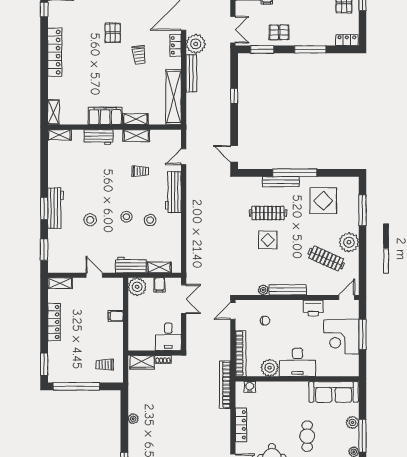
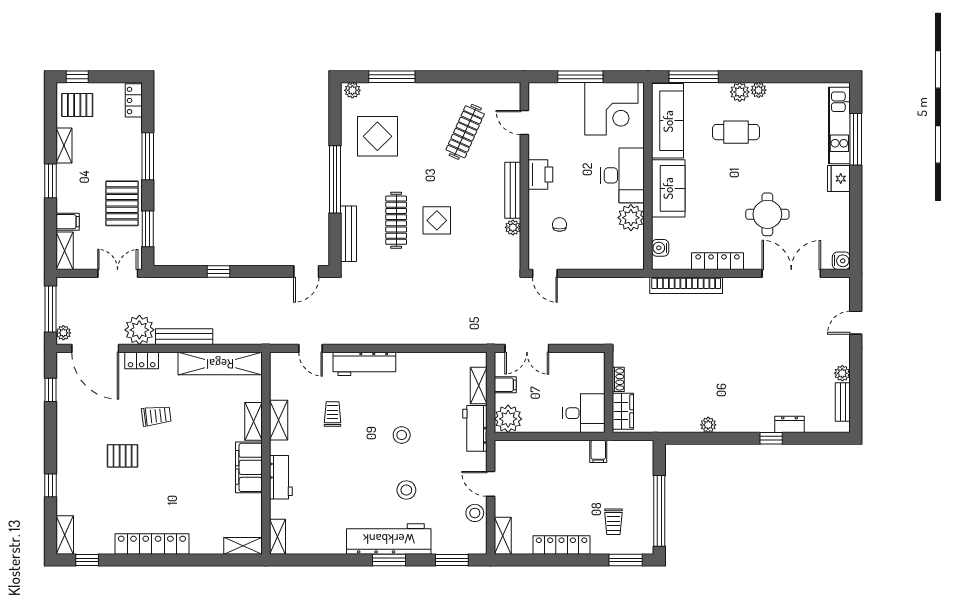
pallet: (279, 32) -> (122, 203), width x1.50, depth x1.42
bench: (281, 182) -> (349, 234), moved
workbench: (55, 208) -> (389, 539), width x1.36, depth x1.32
stool: (150, 220) -> (475, 513), moved
plant: (349, 242) -> (352, 90), moved, width x0.53, depth x0.53
door: (94, 275) -> (491, 484), hinge flipped
door: (347, 297) -> (524, 122), moved
double door: (184, 299) -> (527, 348), swing flipped
printer: (313, 308) -> (540, 175), moved
filing cabinet: (116, 316) -> (598, 451), moved
desk: (168, 337) -> (584, 413), moved
corner desk: (341, 337) -> (611, 109), moved
bookcase: (241, 354) -> (609, 262), removed
trolley: (105, 365) -> (613, 522), moved
bookcase: (225, 385) -> (686, 285), moved
sofa: (289, 392) -> (668, 188), added
plant: (352, 422) -> (740, 92), moved
cafe table: (307, 436) -> (736, 132), moved
window: (362, 436) -> (694, 77), moved

